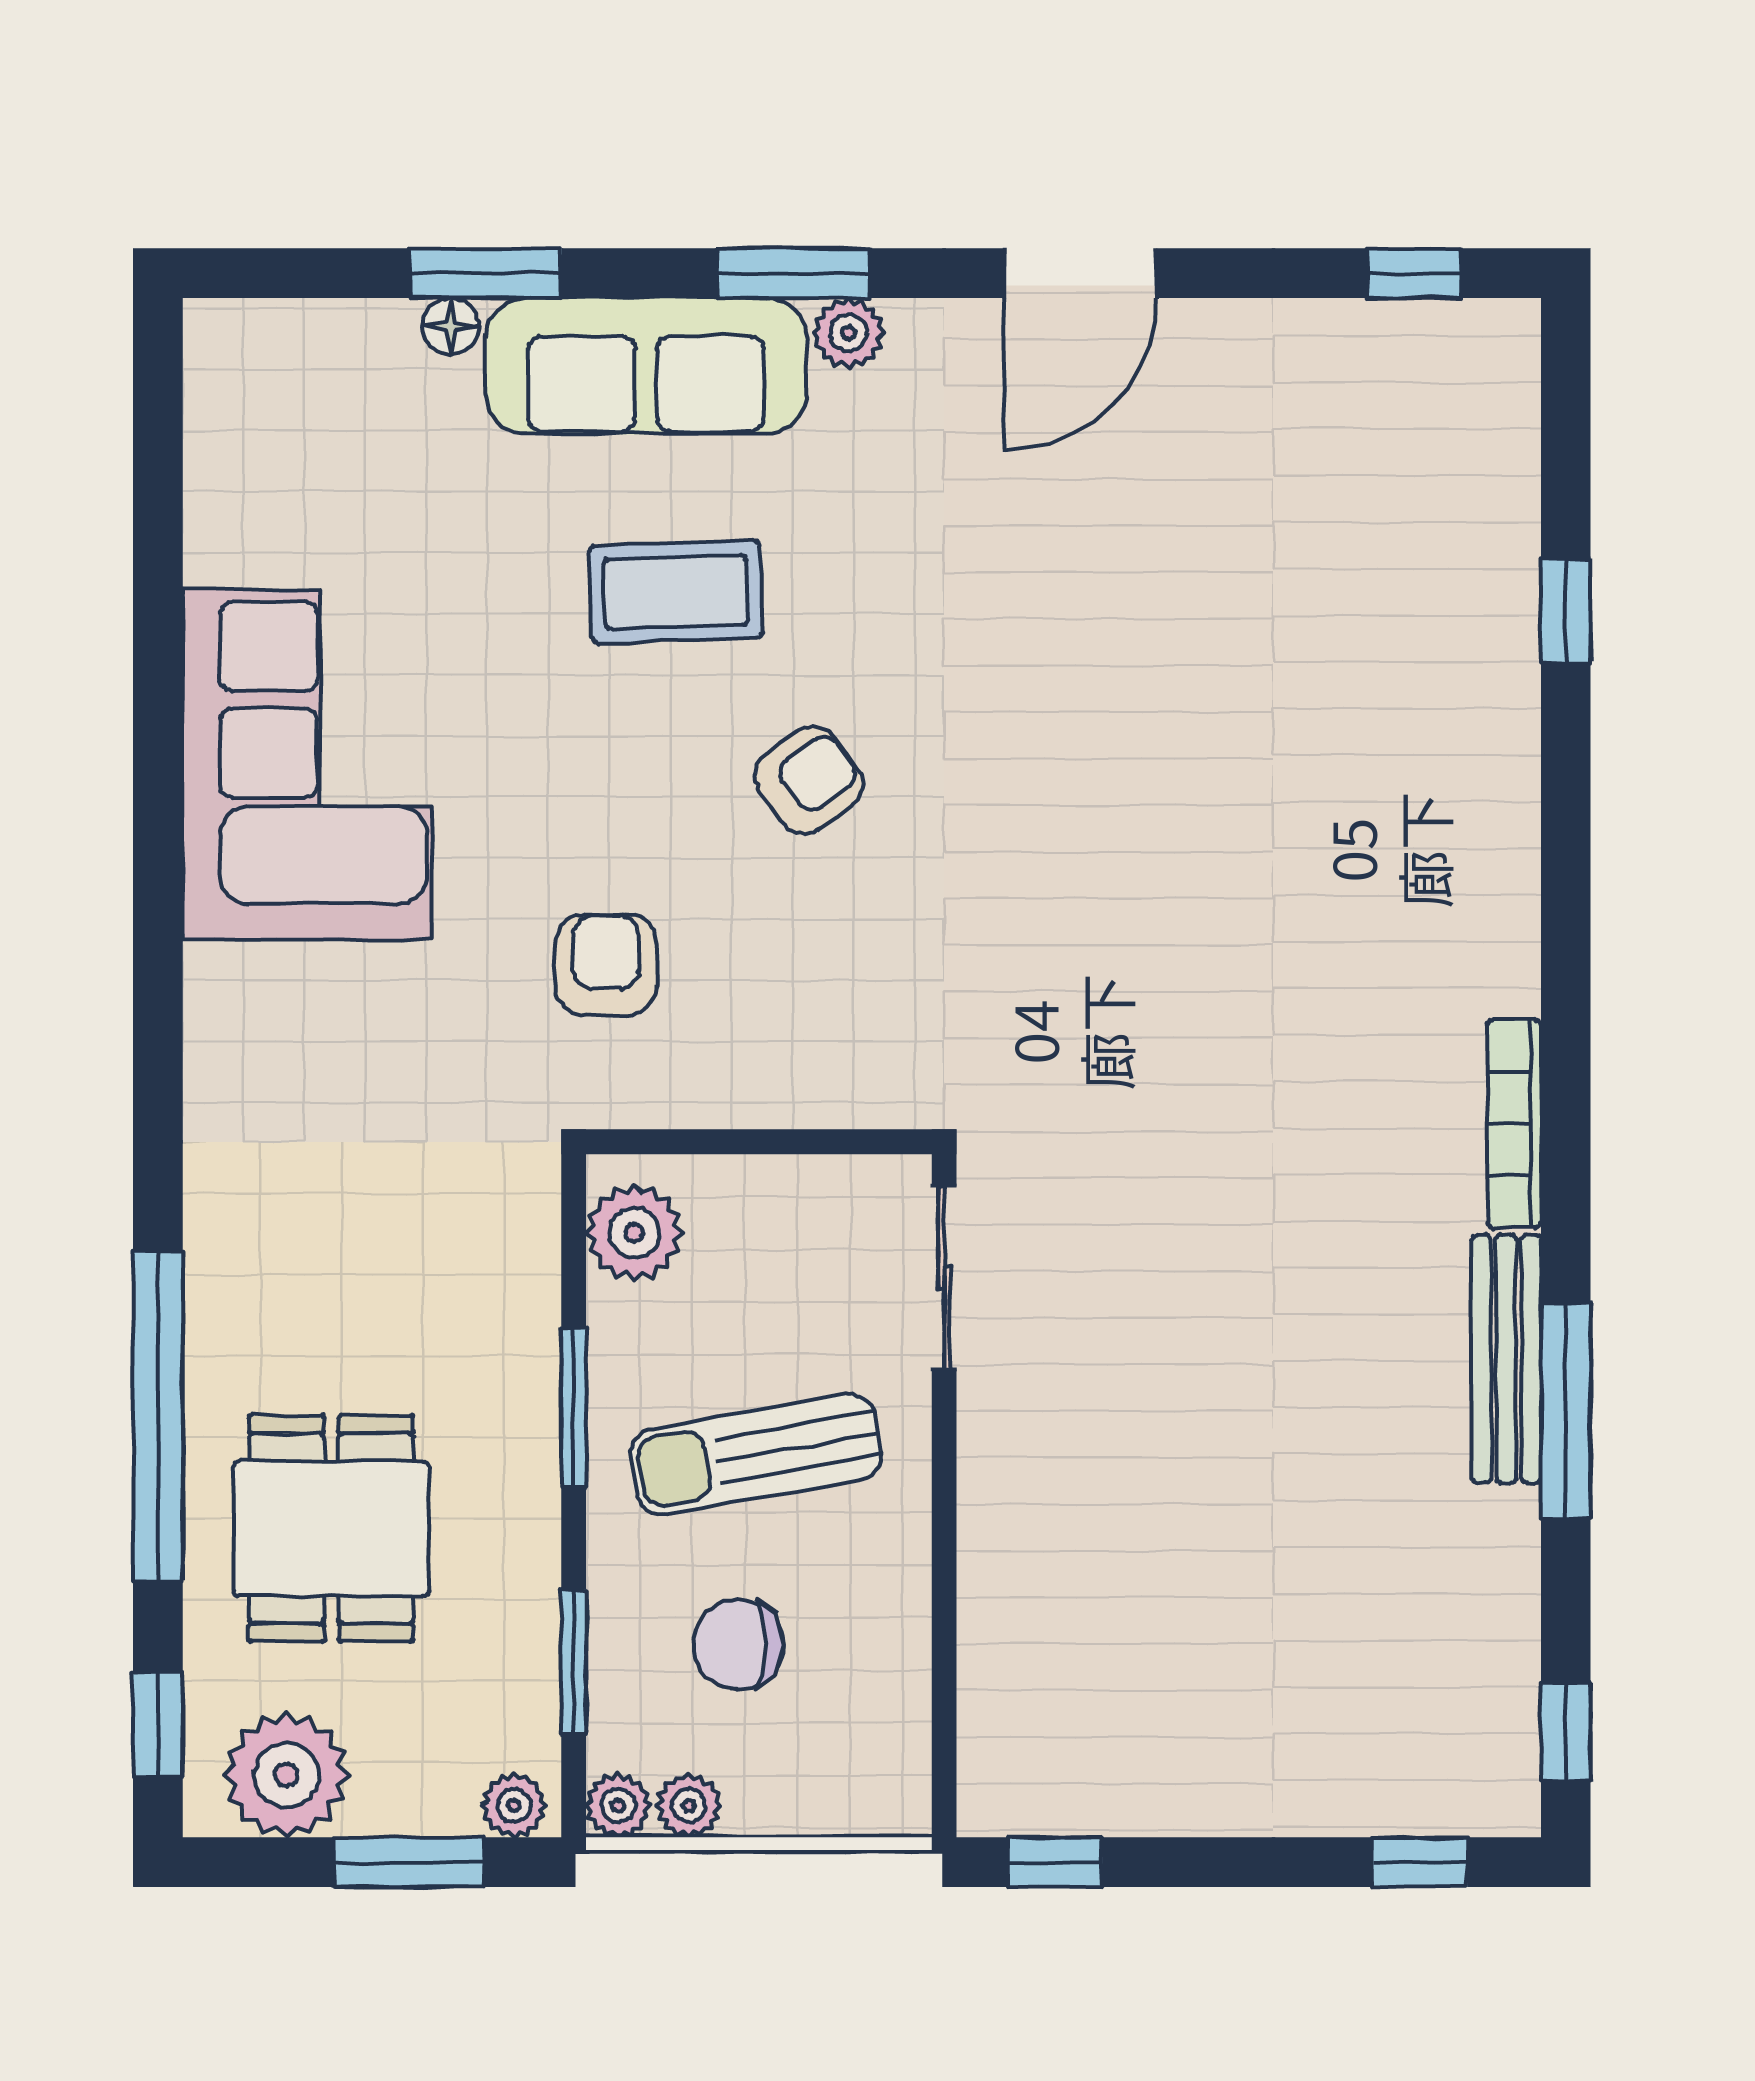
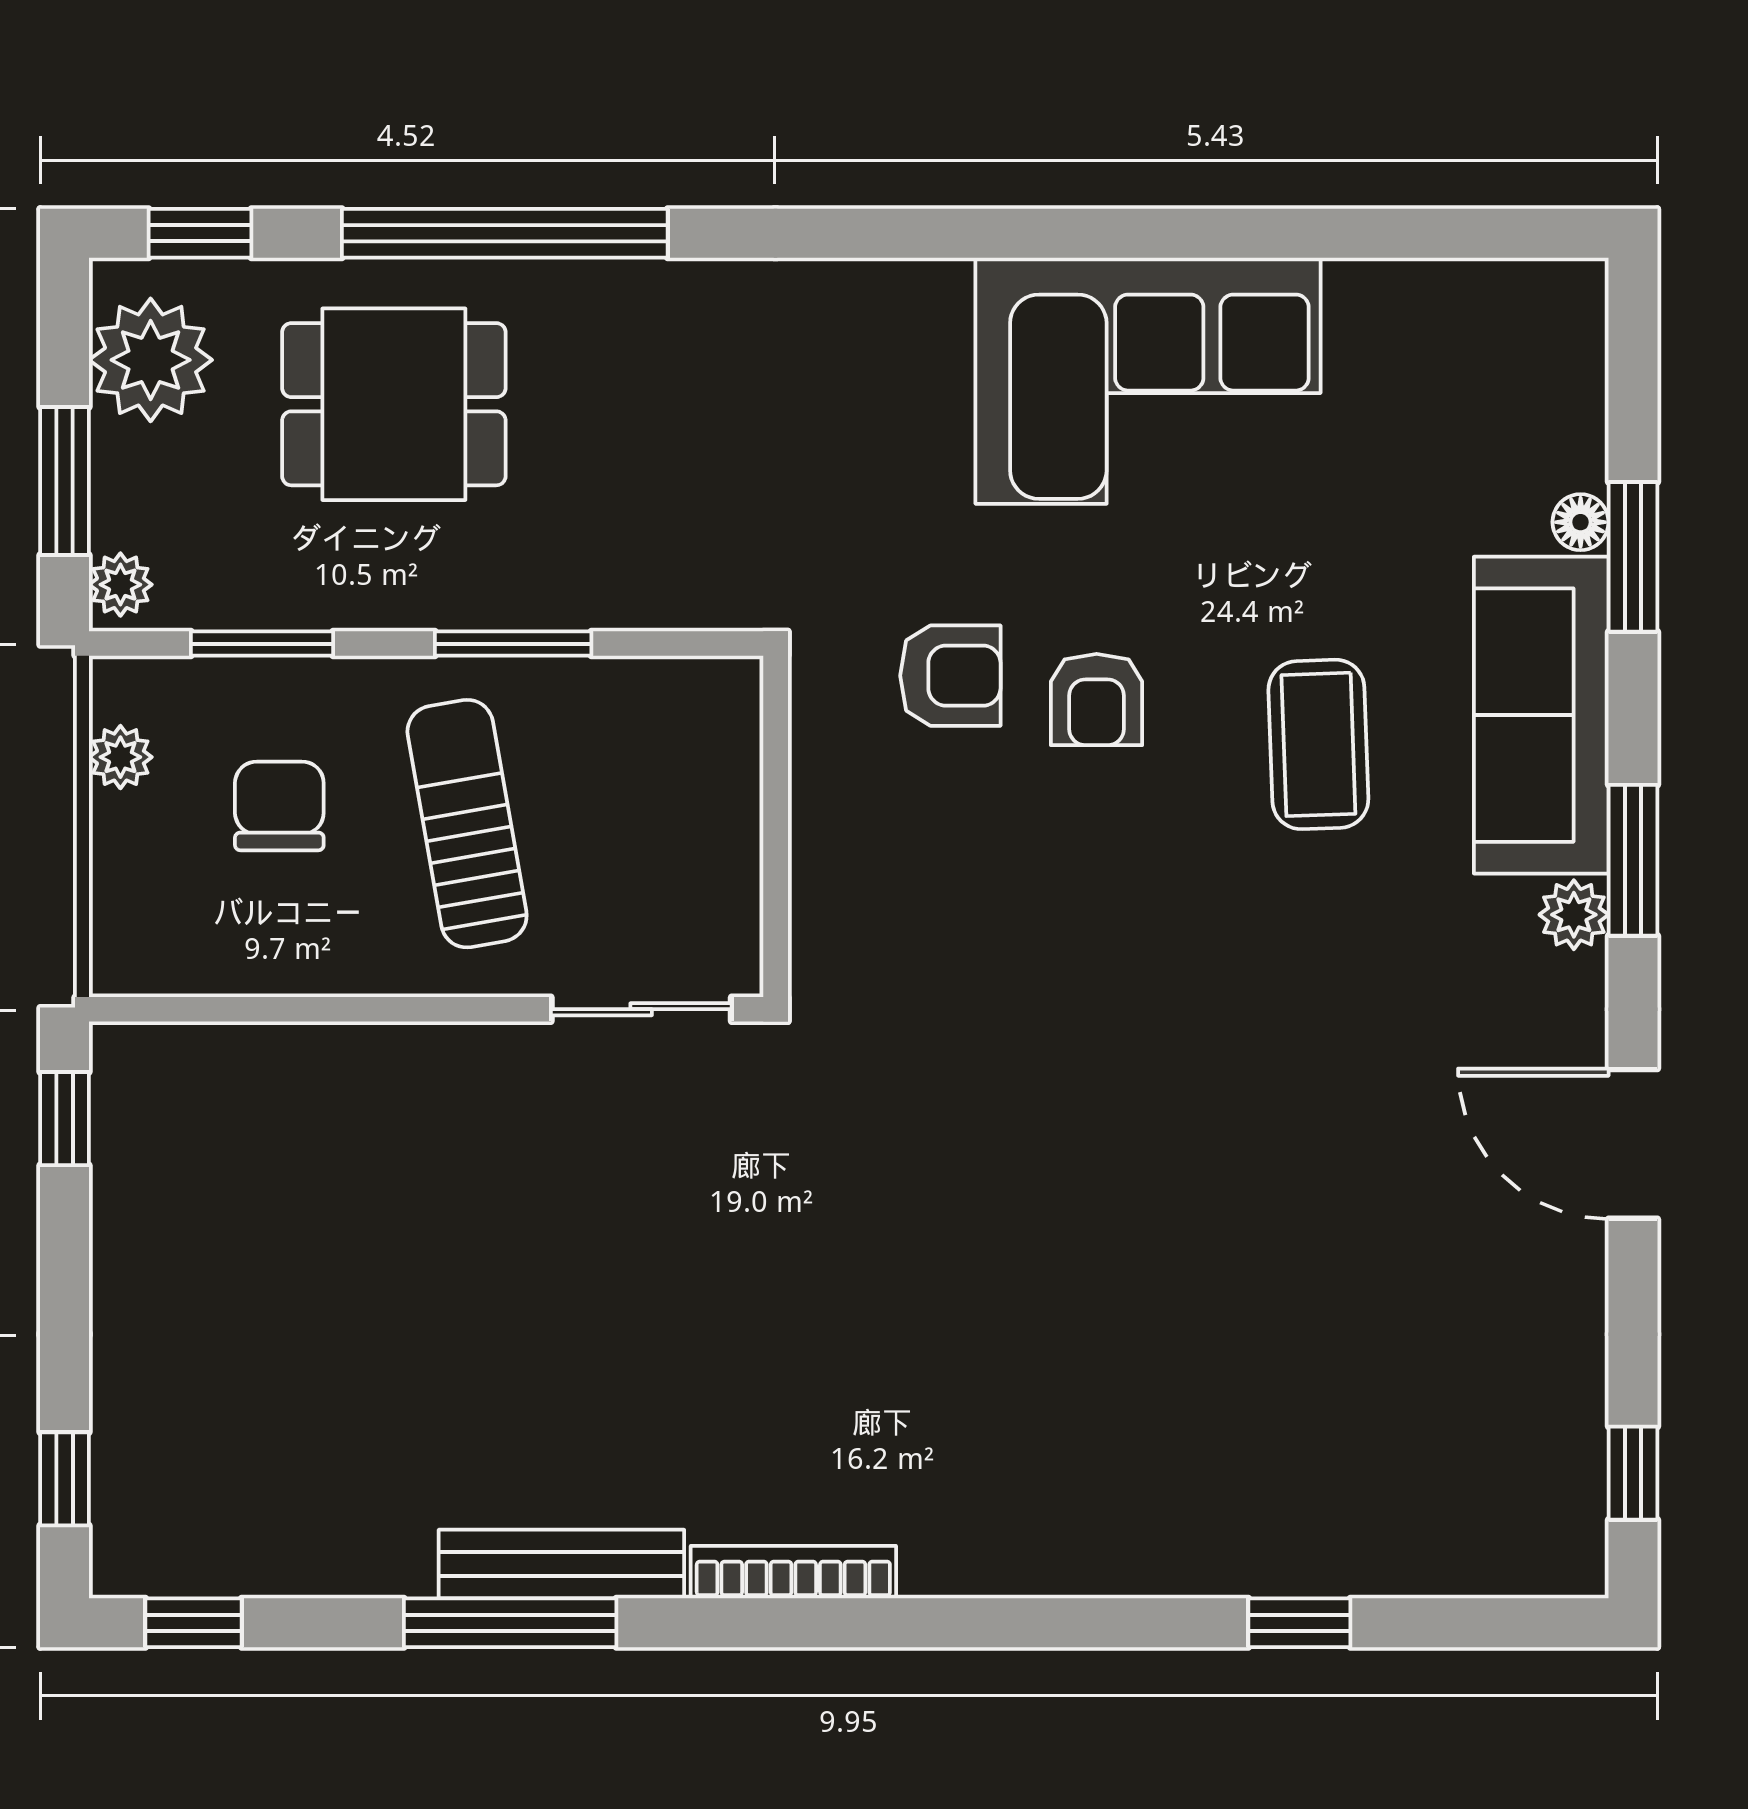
armchair: (809, 780) -> (1097, 700), moved, turned 36
plant: (634, 1233) -> (686, 703), removed
plant: (618, 1805) -> (121, 687), removed

